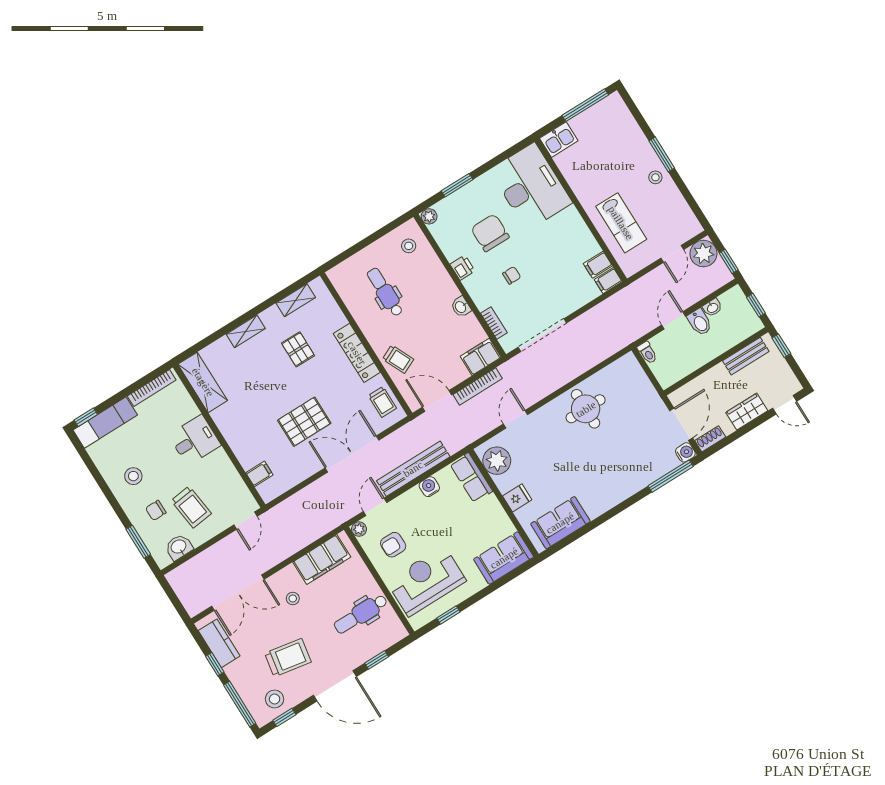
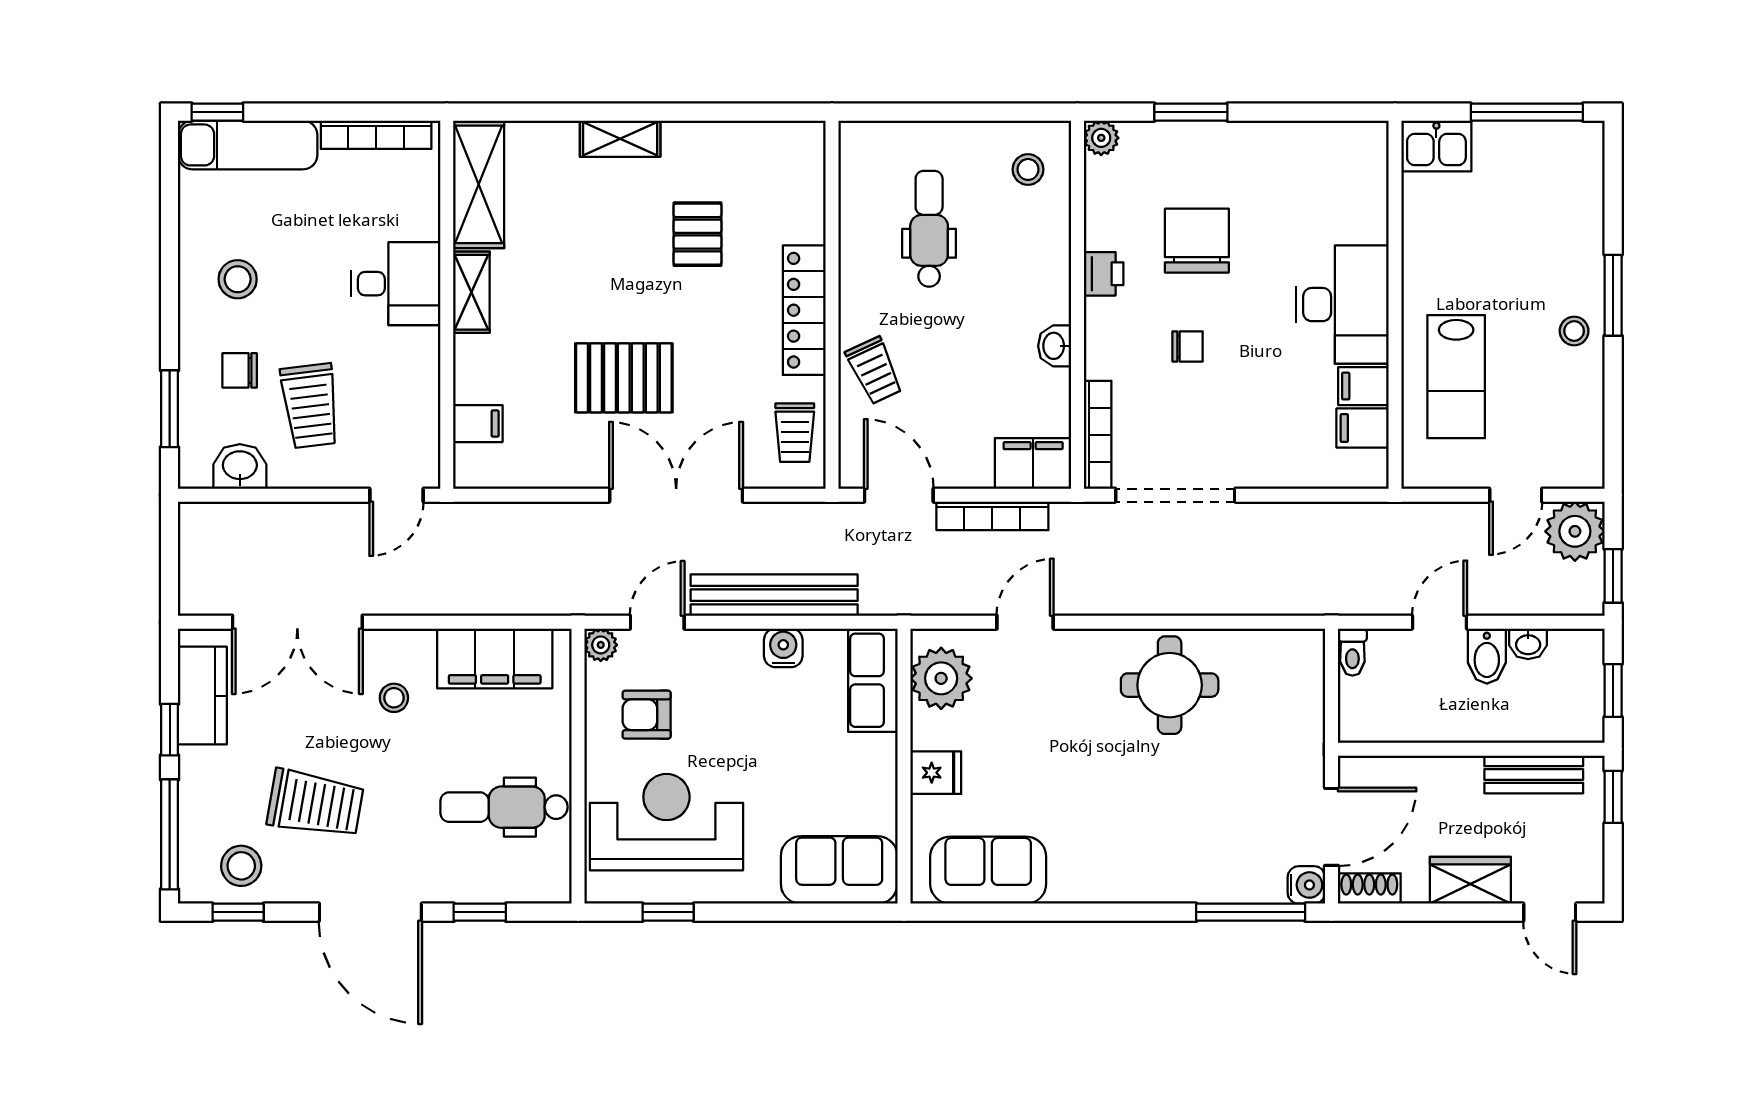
desk: (531, 186) -> (1342, 305), moved, width x0.73, depth x0.77
filing cabinet: (608, 281) -> (1363, 386), moved
shelving: (296, 300) -> (471, 292), moved, turned 90
bookcase: (494, 323) -> (1098, 435), width x1.56

